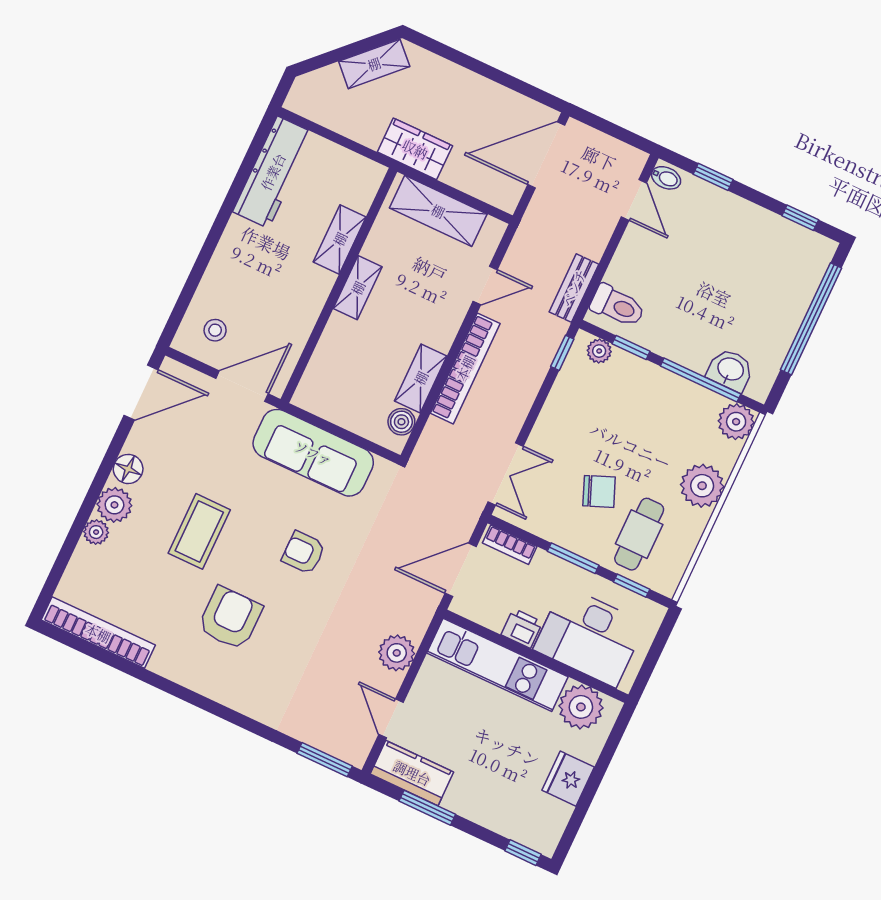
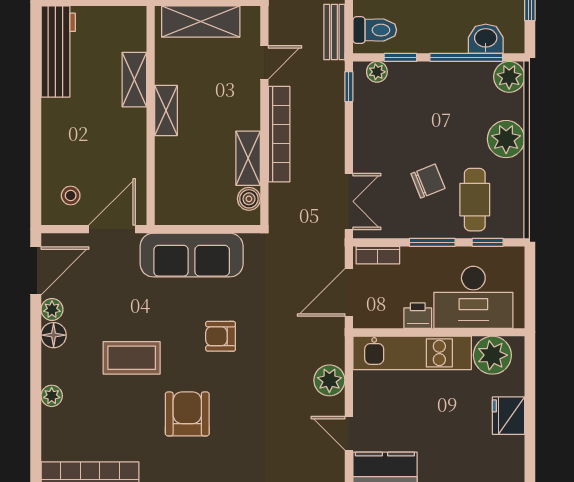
plant: (114, 505) -> (52, 309), moved, width x0.73, depth x0.73
coffee table: (199, 531) -> (132, 358), turned 90

